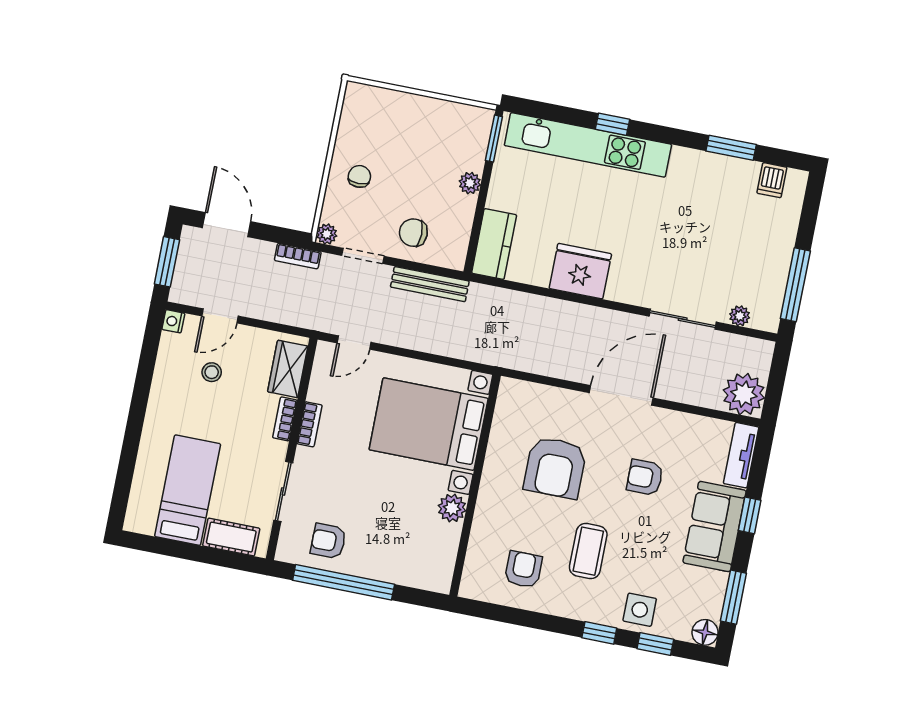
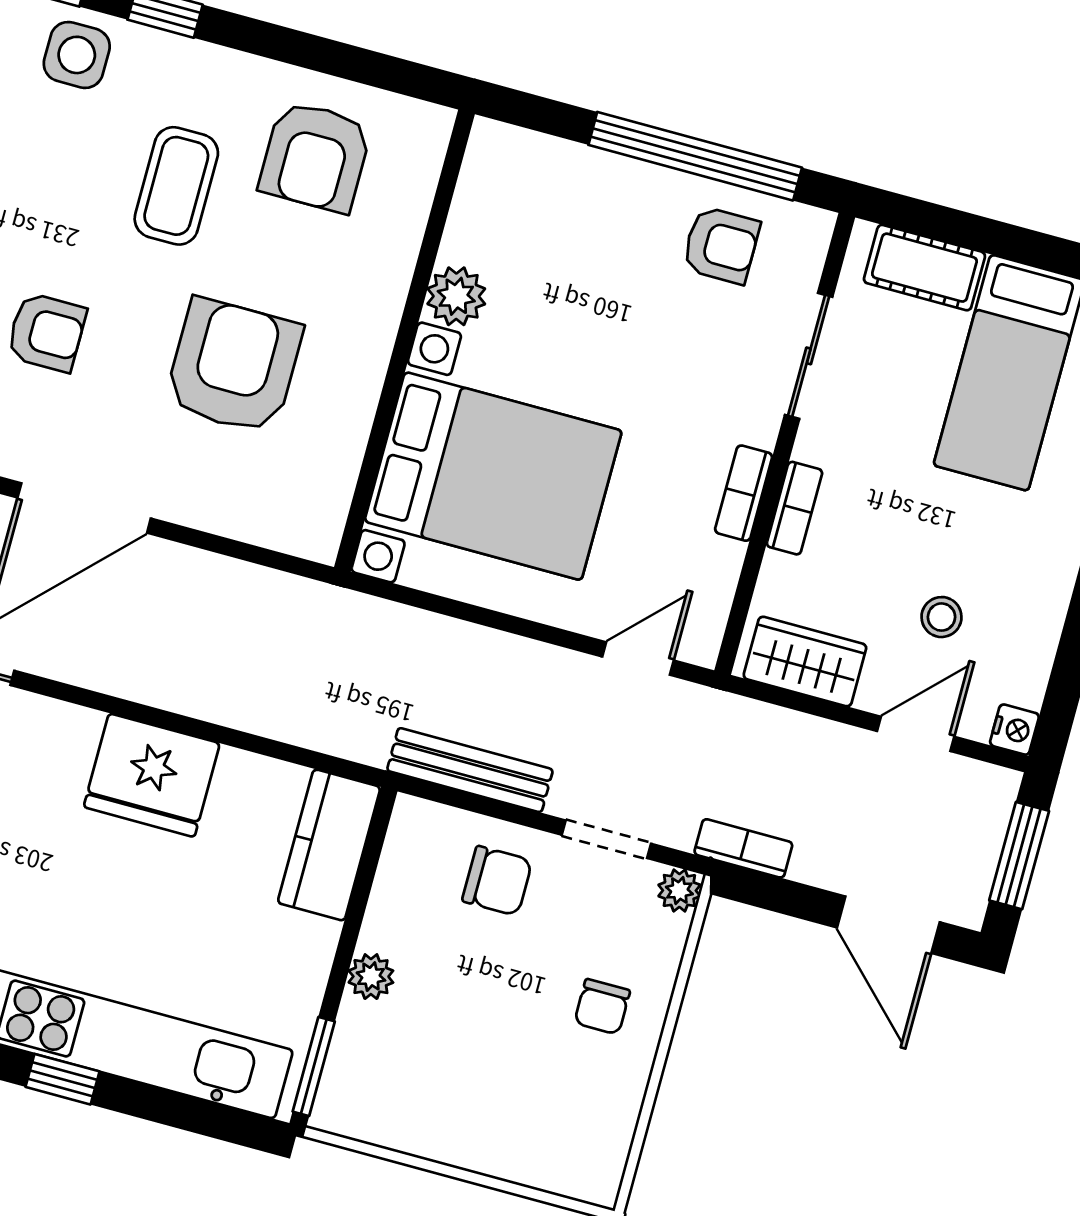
wardrobe: (288, 369) -> (805, 662), moved, turned -90
armchair: (523, 569) -> (315, 157), width x1.38, depth x1.38

